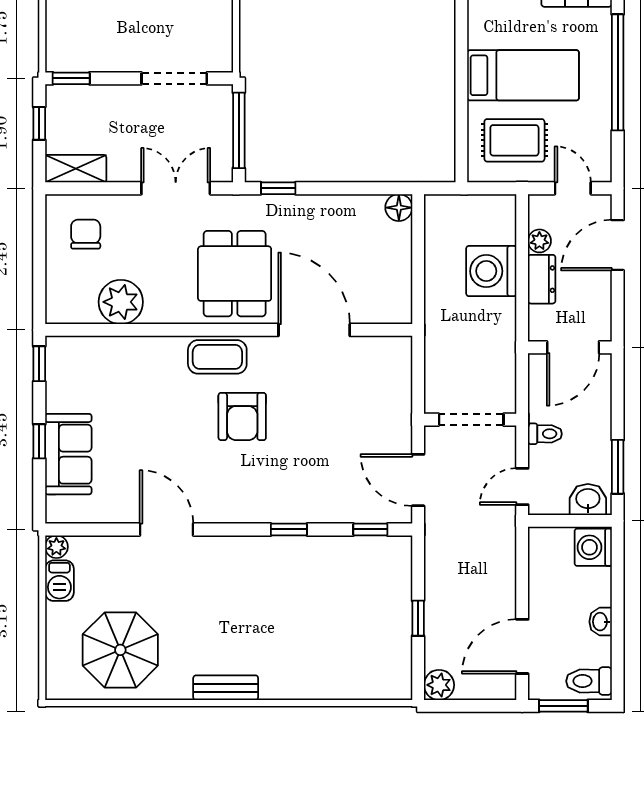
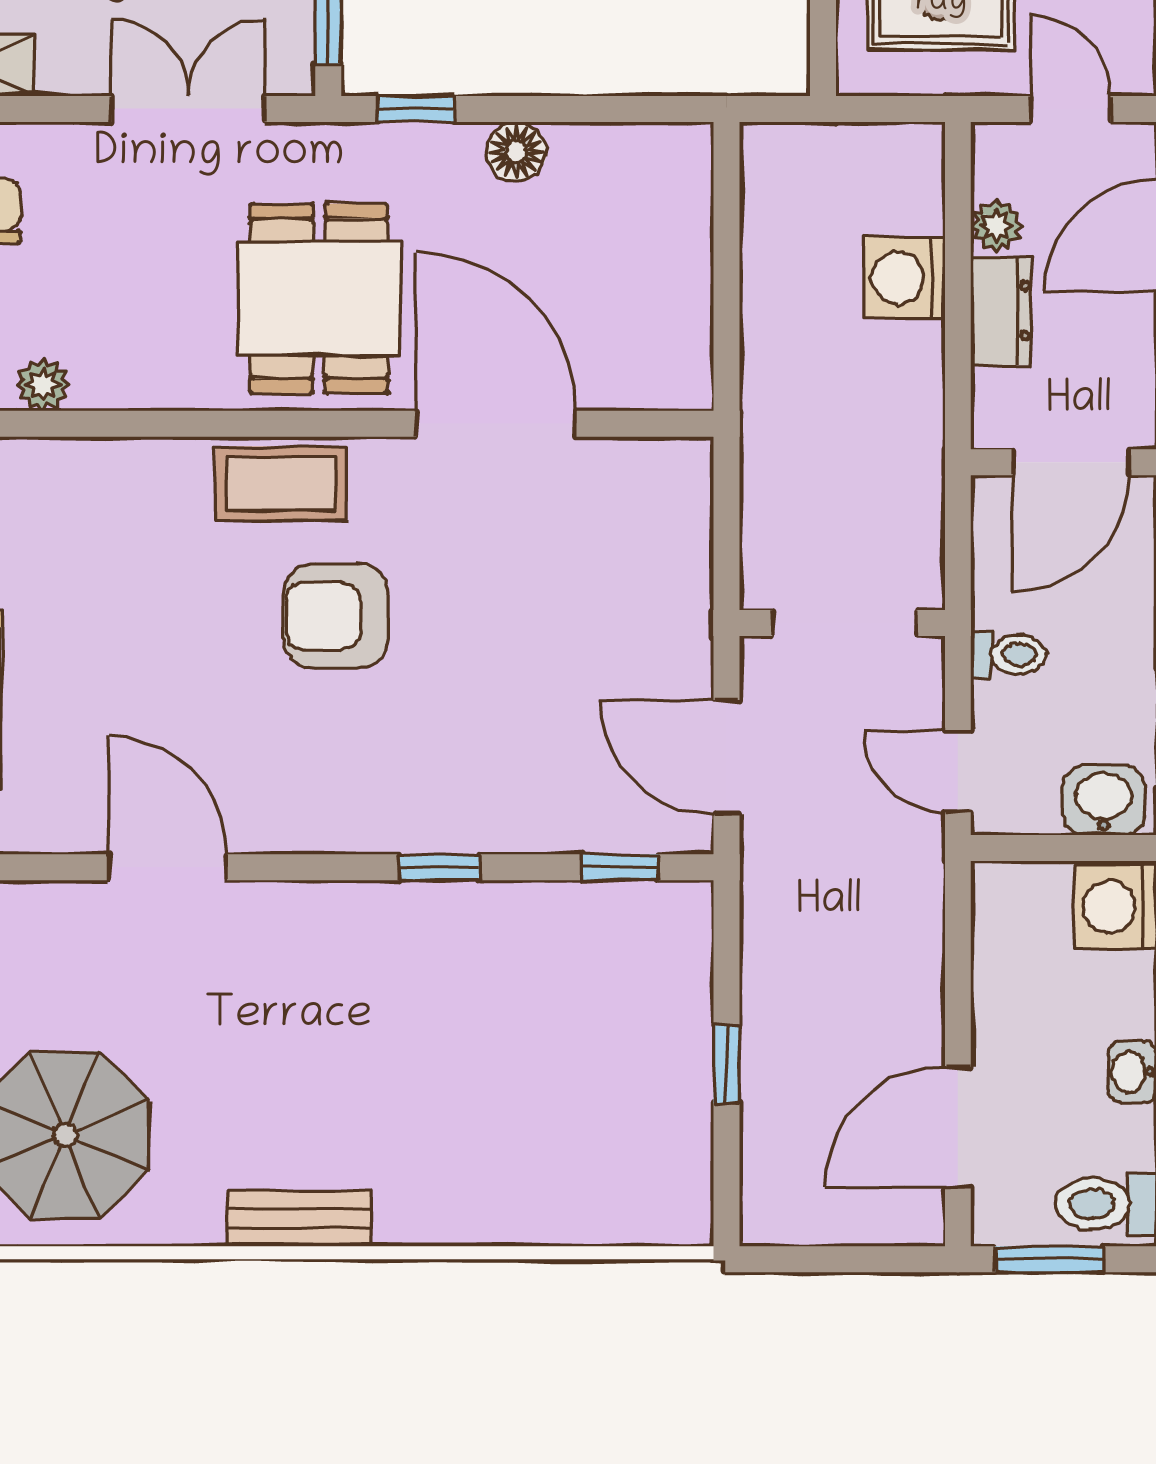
floor lamp: (399, 208) -> (516, 152), moved
washing machine: (491, 271) -> (904, 278), width x0.73, depth x0.73
plant: (121, 302) -> (43, 385), width x0.53, depth x0.53
armchair: (242, 416) -> (336, 616), turned 90
door: (522, 486) -> (958, 772), hinge flipped
plant: (439, 685) -> (773, 1213), removed

